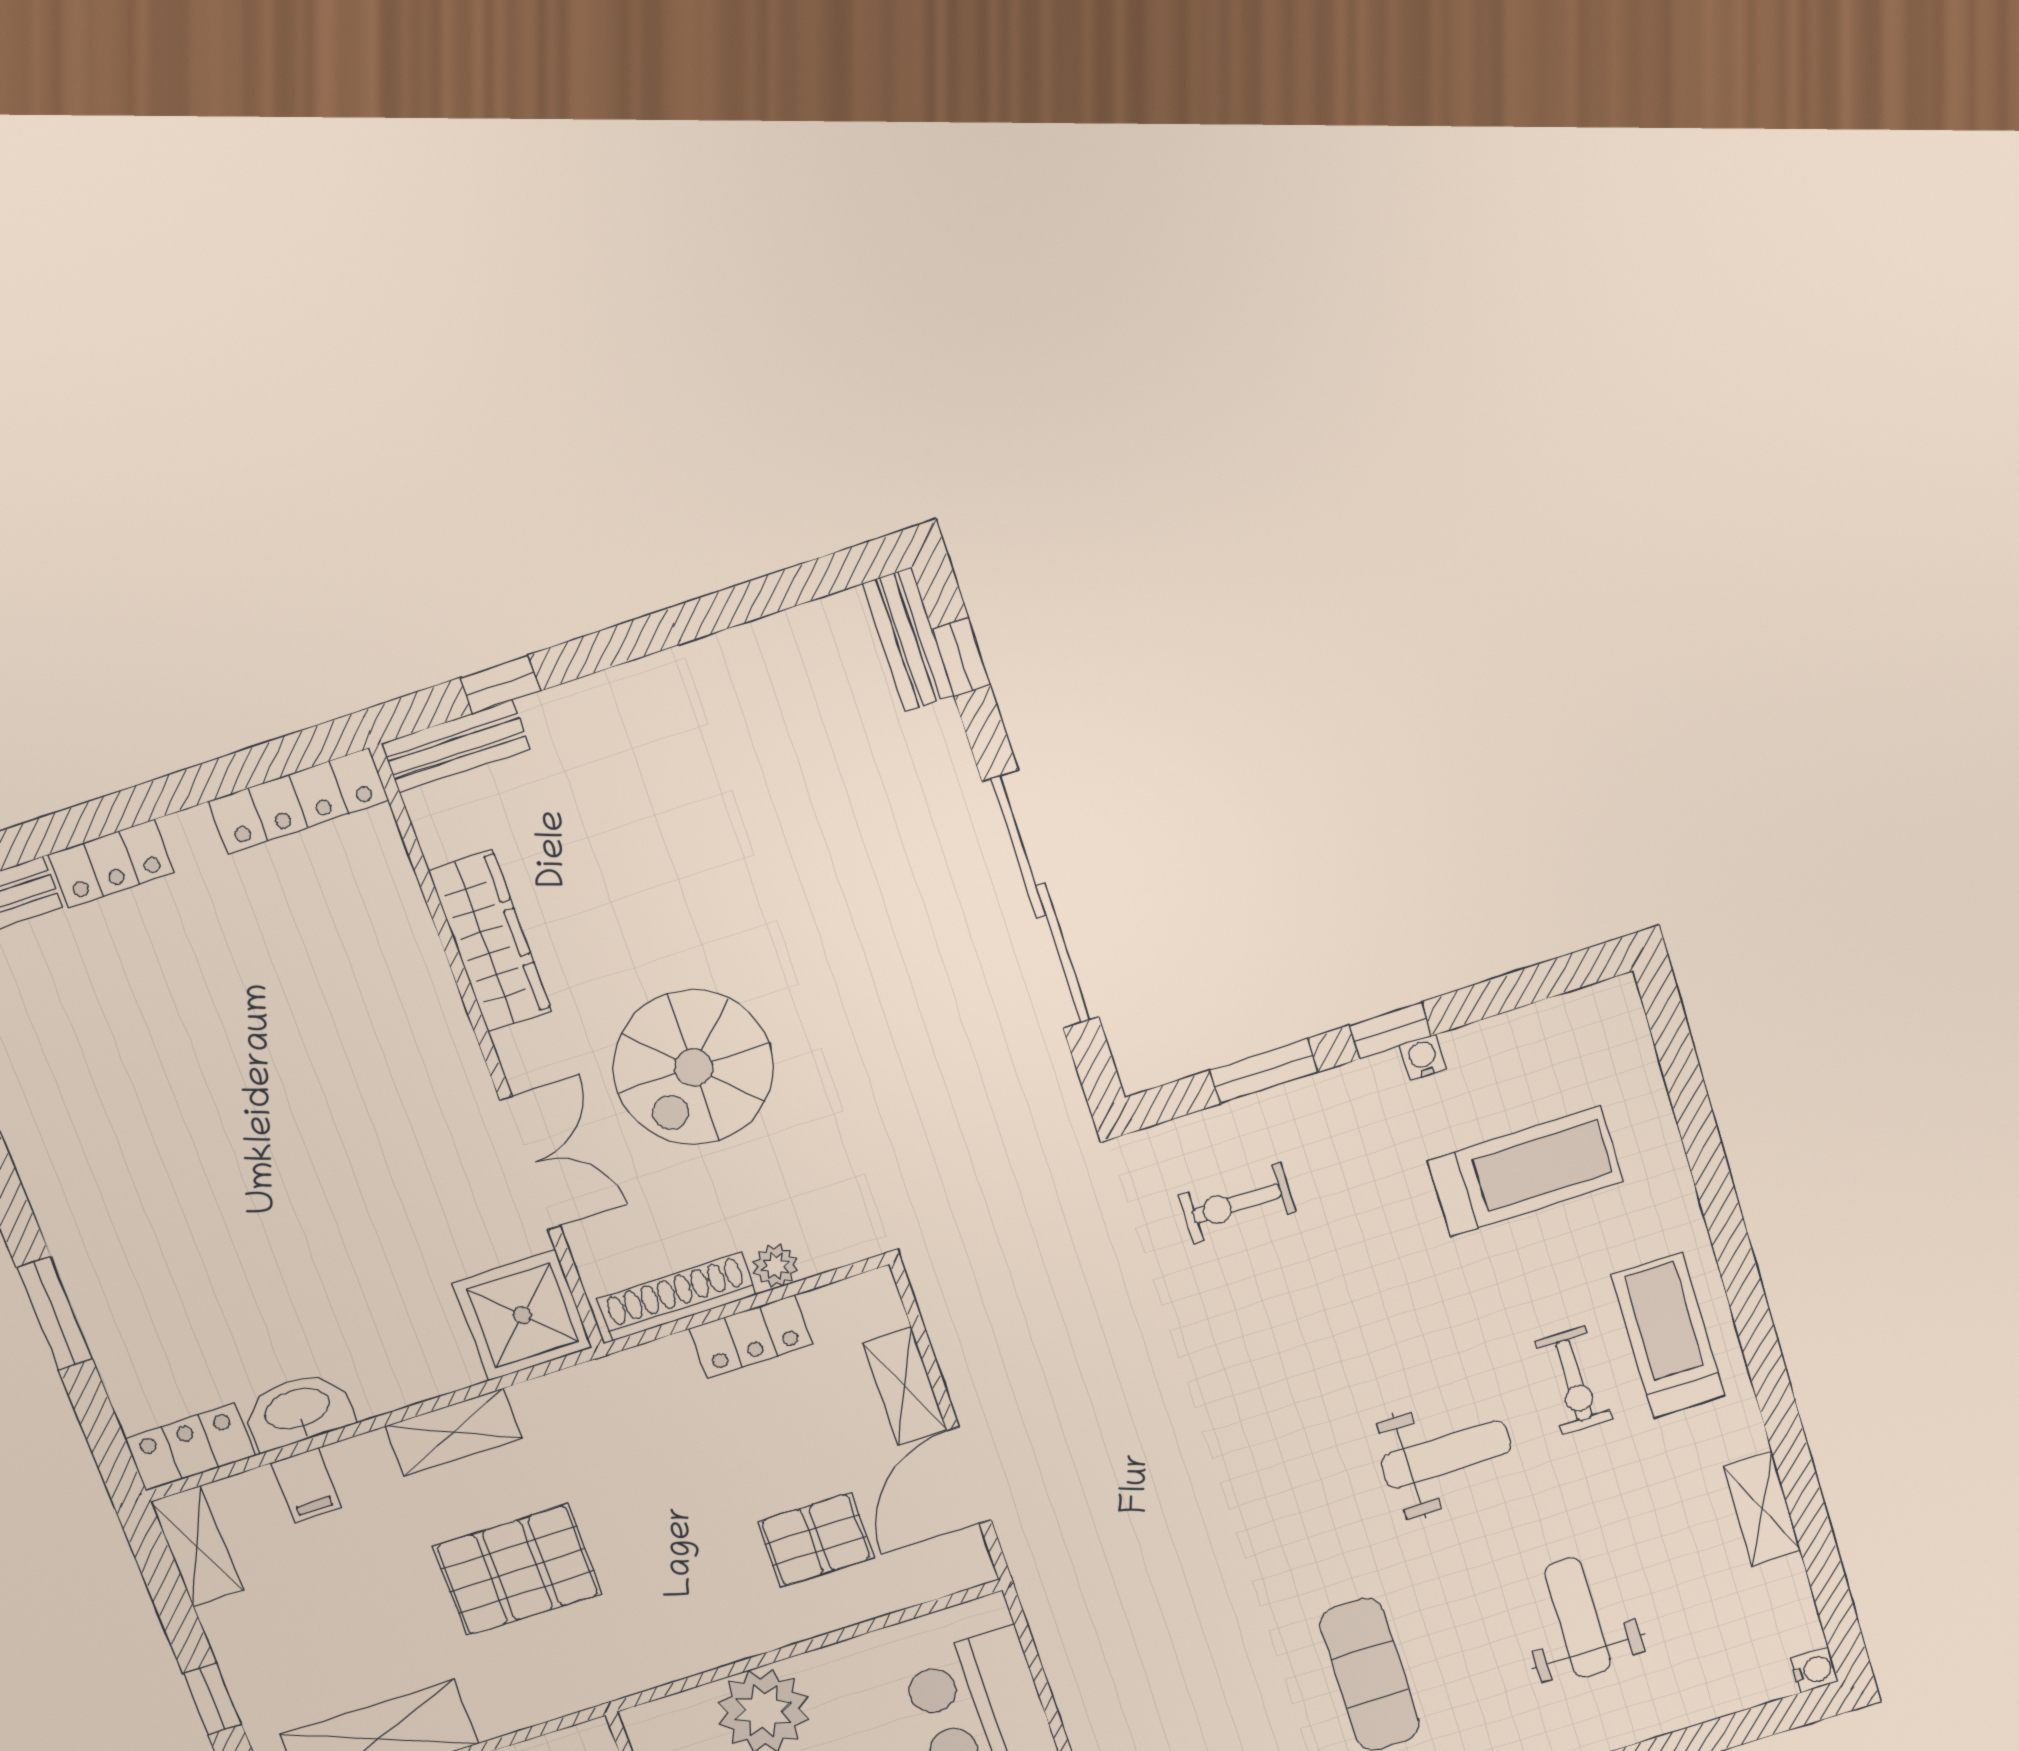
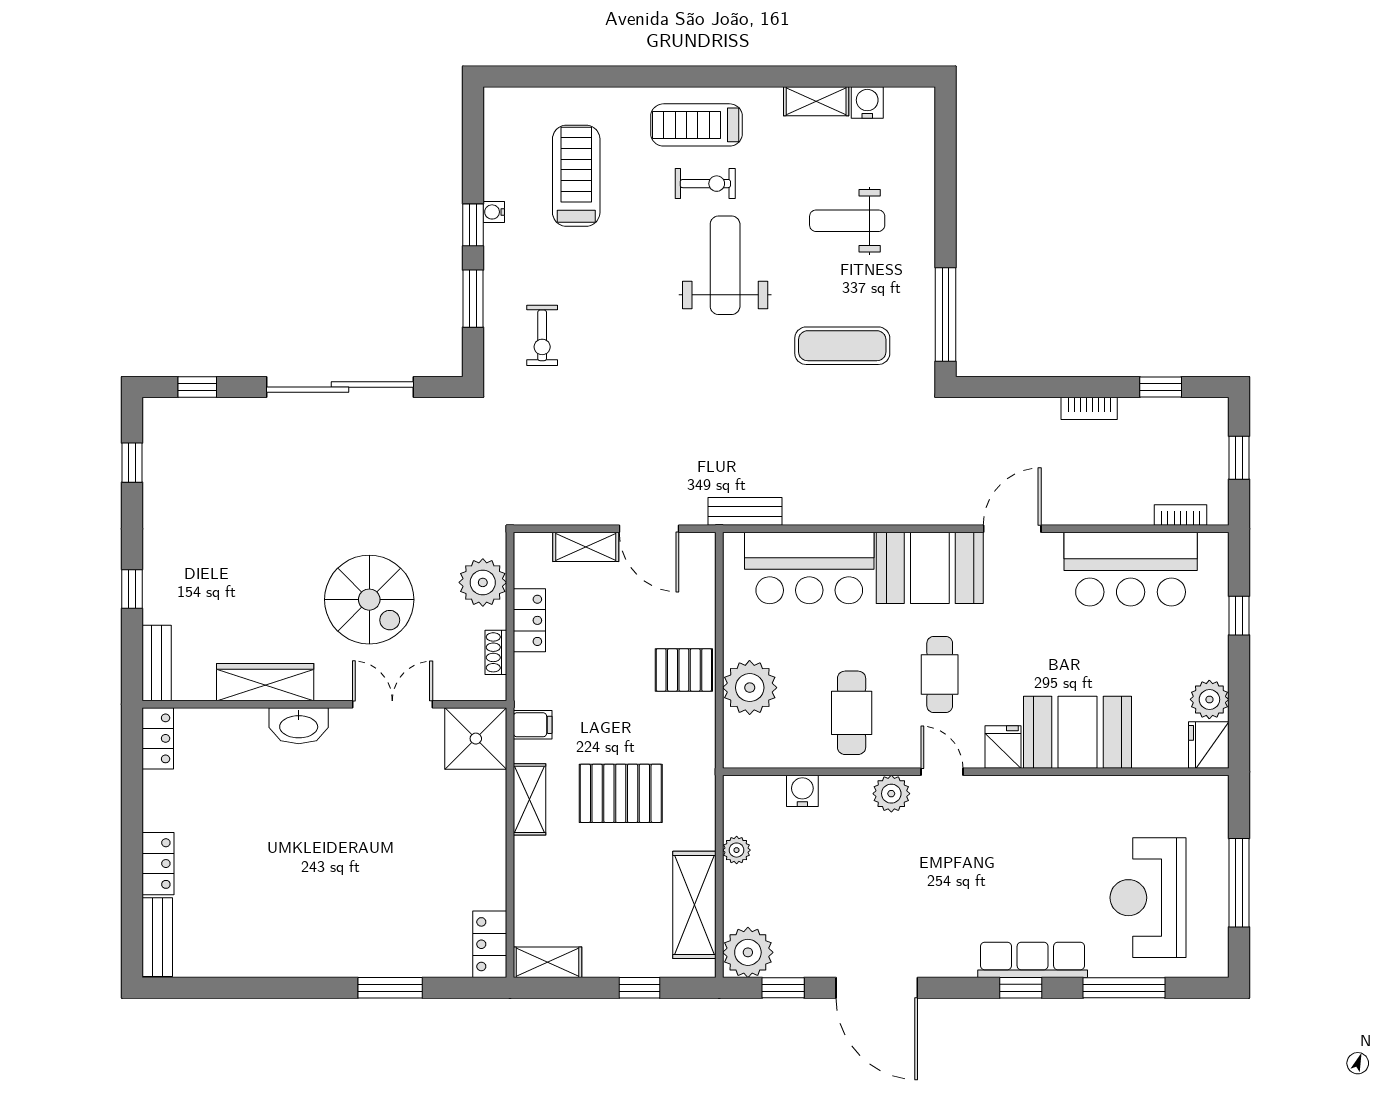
window: (790, 587) -> (132, 463), added
bench: (908, 640) -> (745, 511), moved
window: (500, 684) -> (132, 589), moved
locker: (298, 801) -> (158, 738), width x0.66
plant: (775, 1266) -> (483, 582), width x1.88, depth x1.88
shoe rack: (677, 1297) -> (496, 652), width x0.51, depth x0.81
washbasin: (298, 1410) -> (299, 726), moved, turned -90
weight bench: (1446, 1454) -> (725, 265), width x1.36, depth x1.33
filing cabinet: (306, 1485) -> (533, 725), moved
pallet: (816, 1540) -> (684, 670), moved, turned 90
pallet: (517, 1570) -> (621, 793), turned 90
water cooler: (1814, 1670) -> (867, 103), moved, width x1.38, depth x1.38

